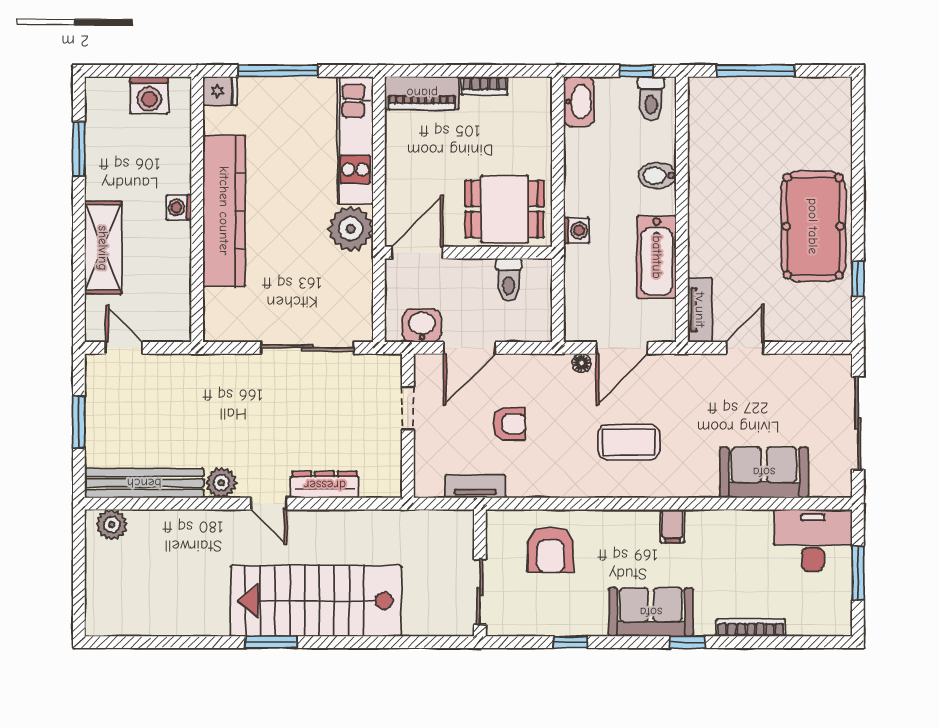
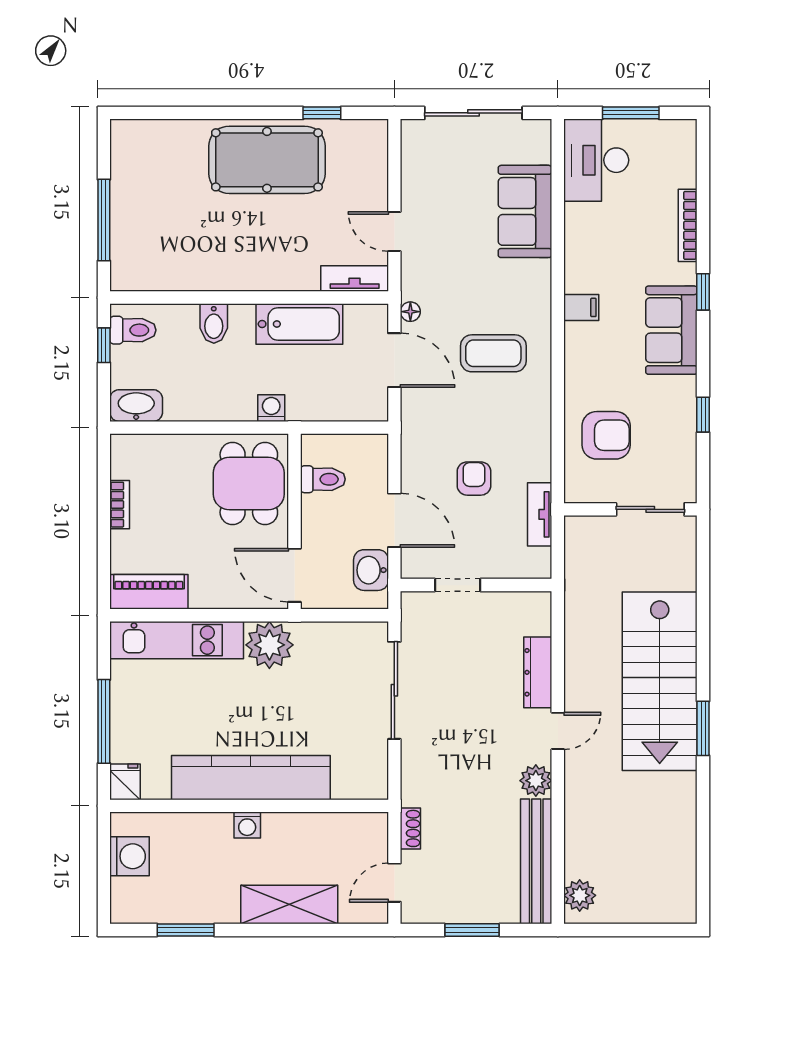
piano: (422, 93) -> (149, 592), moved, turned -90
shoe rack: (176, 363) -> (410, 828), added
floor lamp: (581, 363) -> (410, 312), moved
coffee table: (629, 442) -> (493, 353), turned 90

